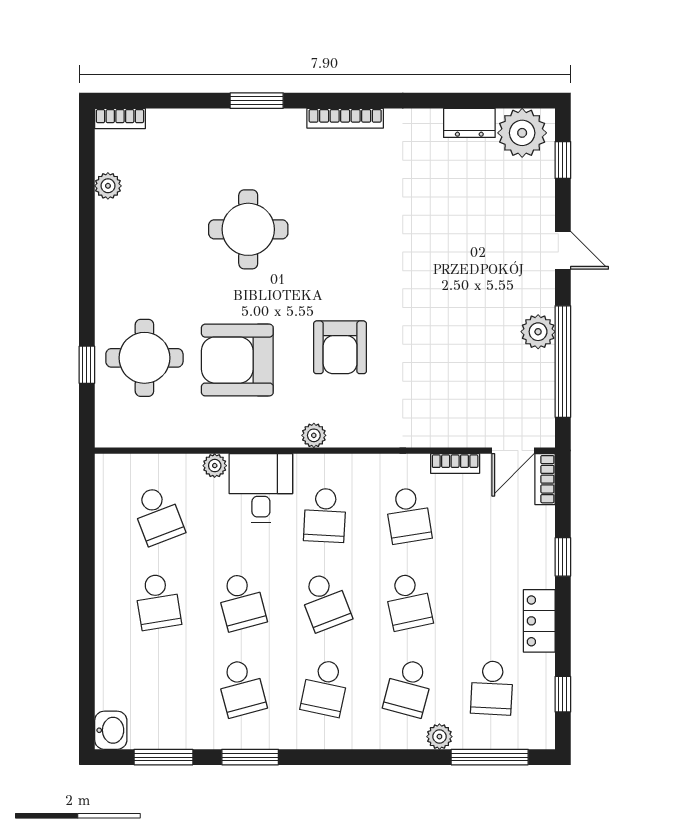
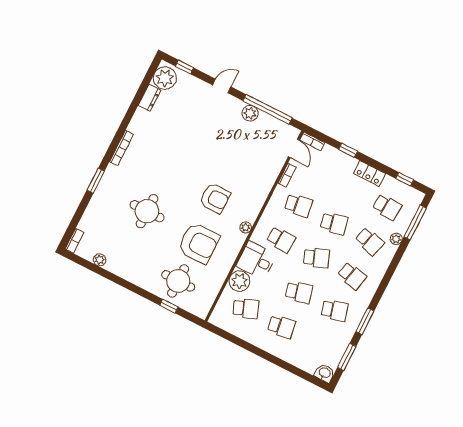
armchair: (237, 360) -> (199, 243), turned -90
plant: (215, 466) -> (239, 281), width x1.88, depth x1.88

